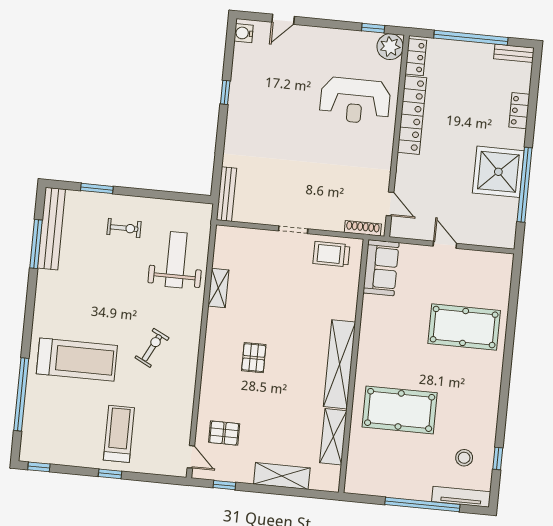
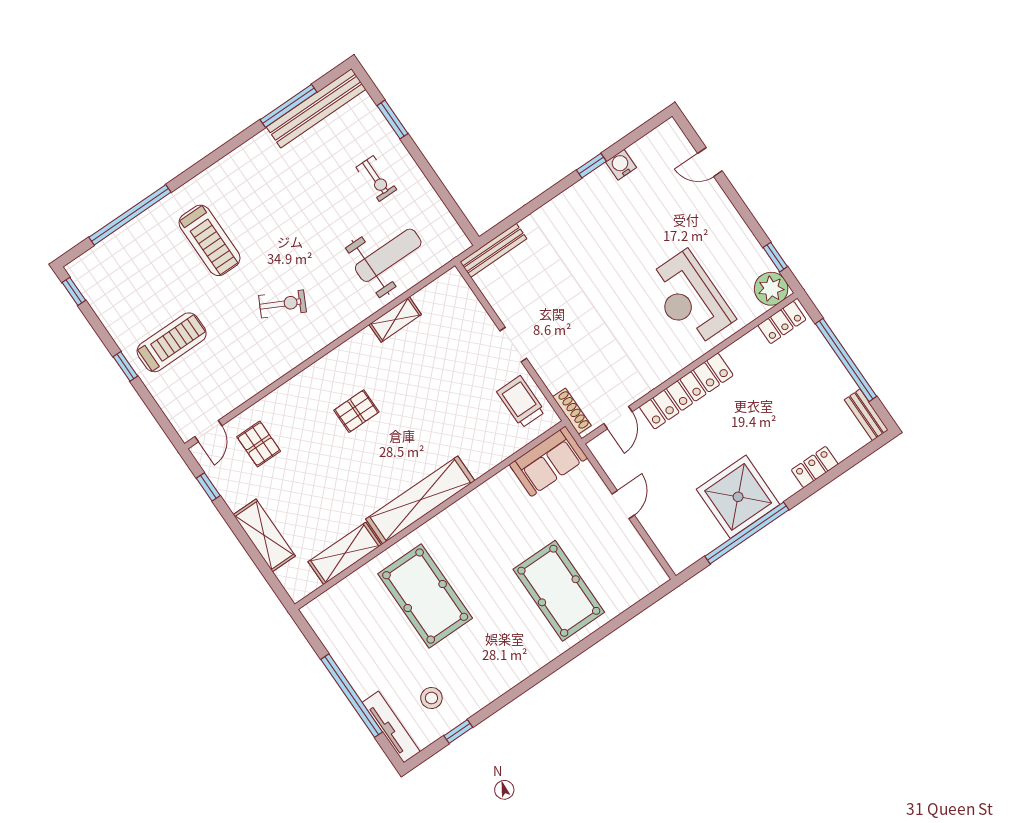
water cooler: (244, 33) -> (621, 165), moved
locker: (412, 115) -> (686, 391), moved
treadmill: (77, 360) -> (209, 240), width x0.73, depth x0.73

